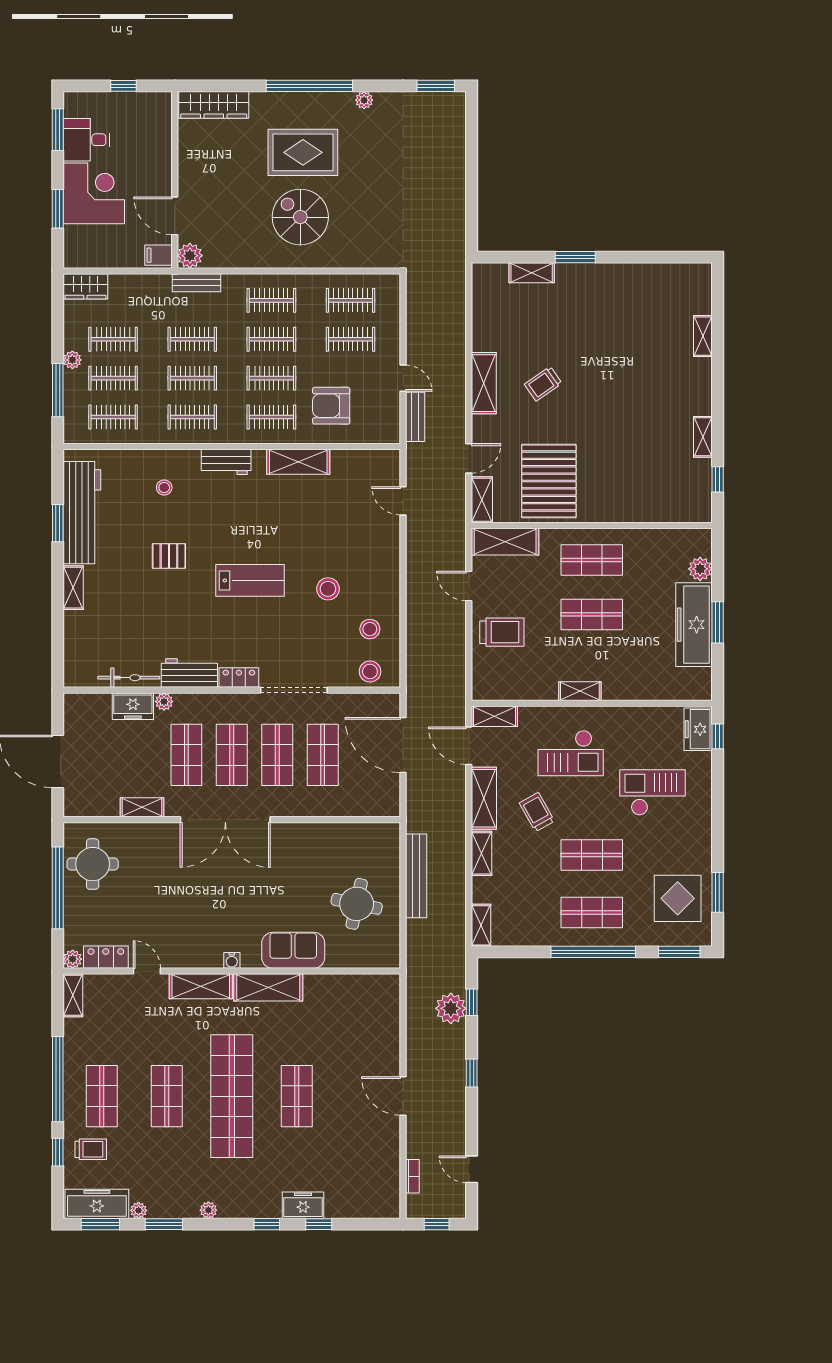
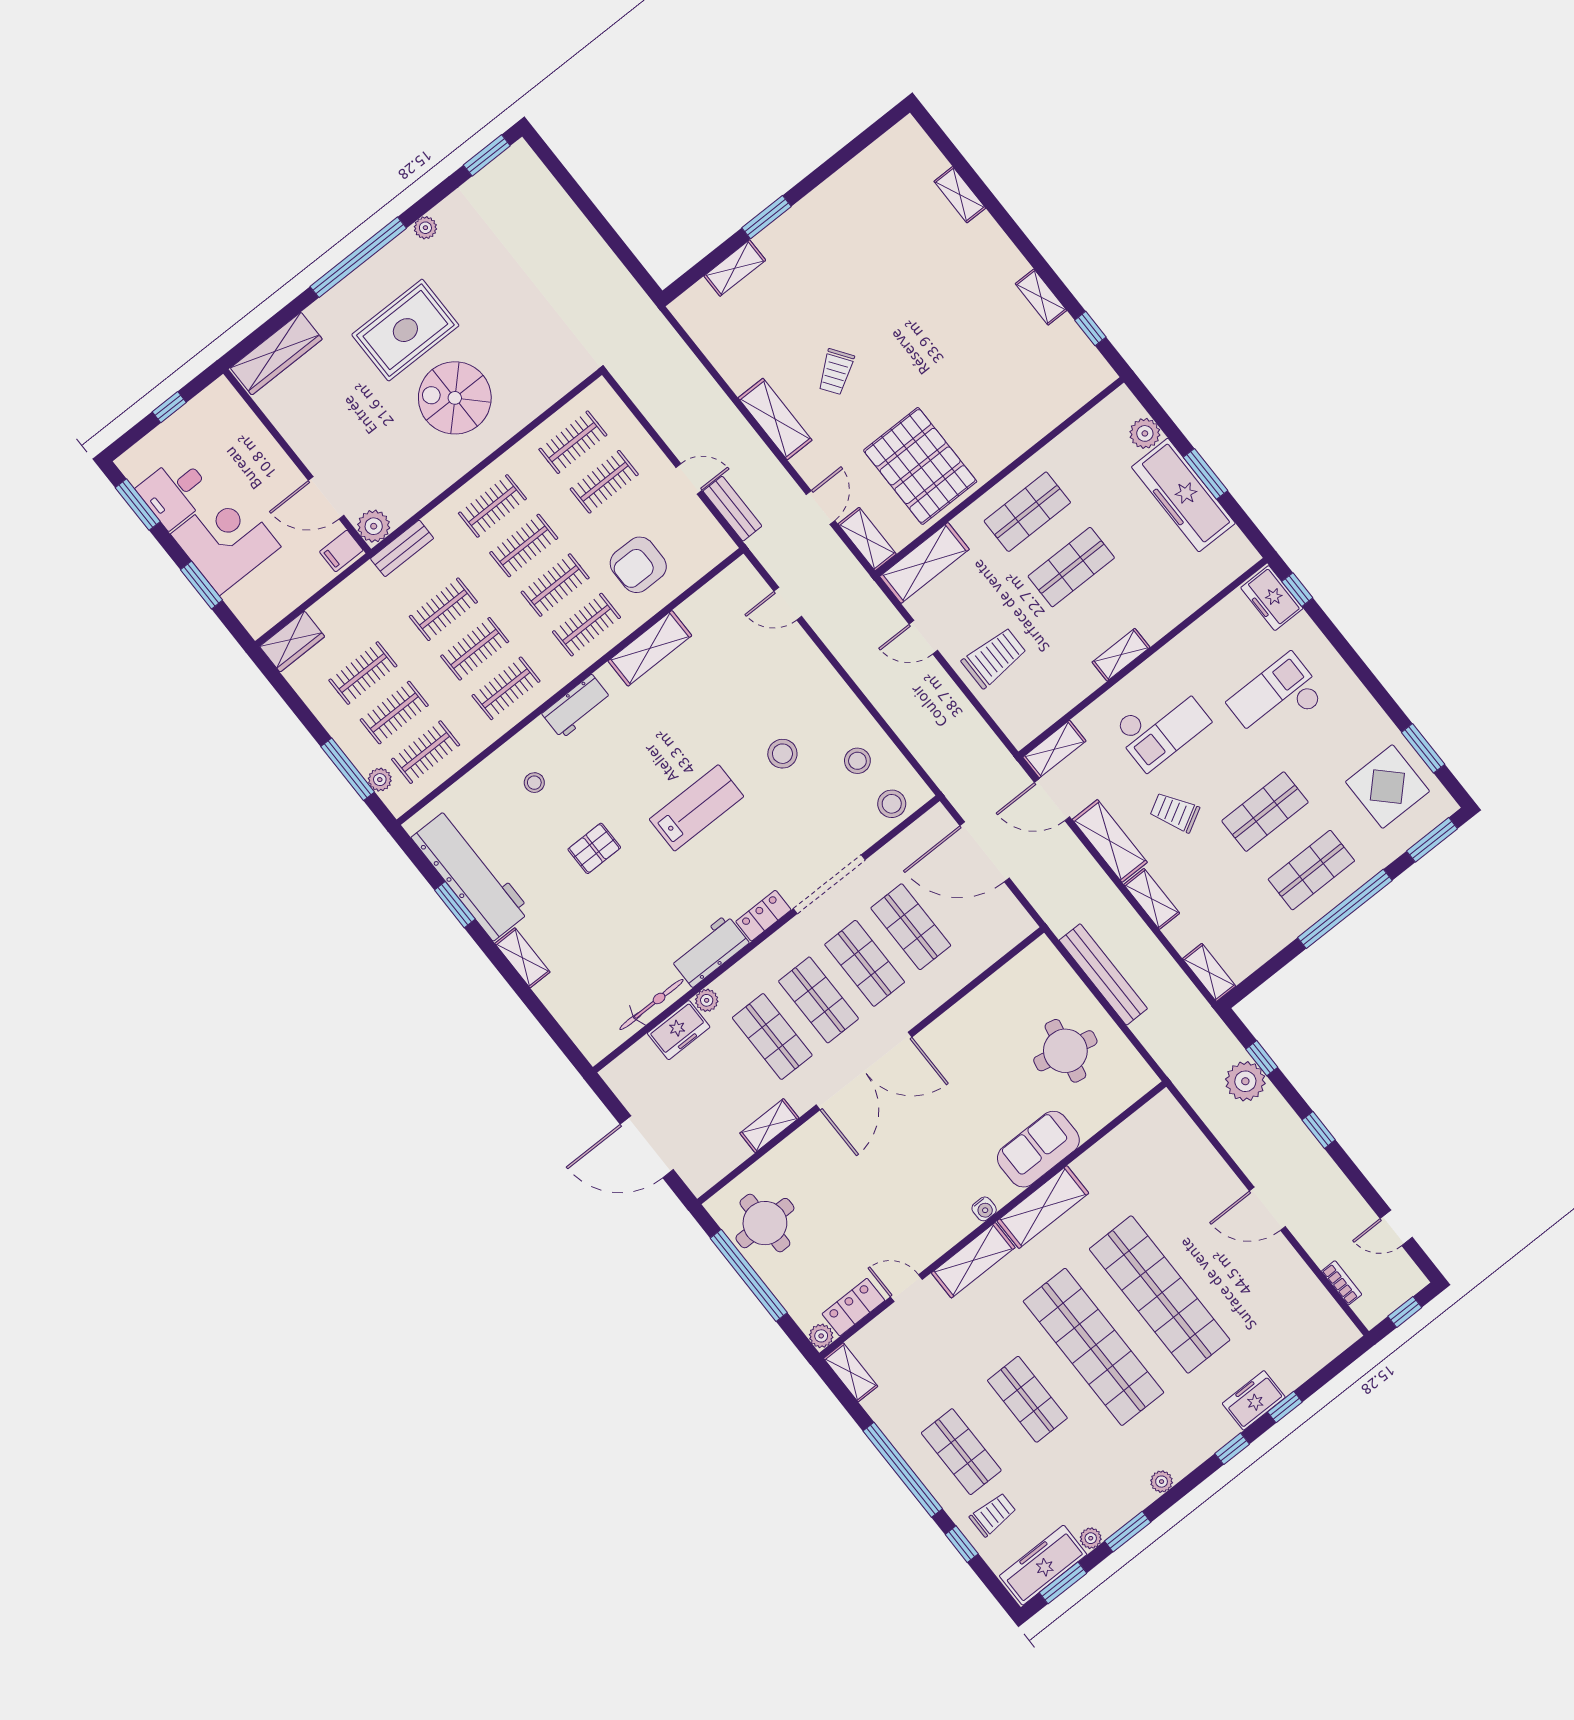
plant: (72, 360) -> (380, 780), moved
shop shelf: (297, 1096) -> (1160, 1294), width x2.00, depth x1.36

